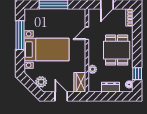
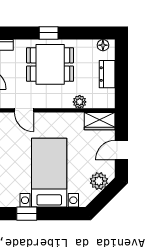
window: (20, 35) -> (27, 214), width x0.46
window: (137, 74) -> (49, 33), moved

